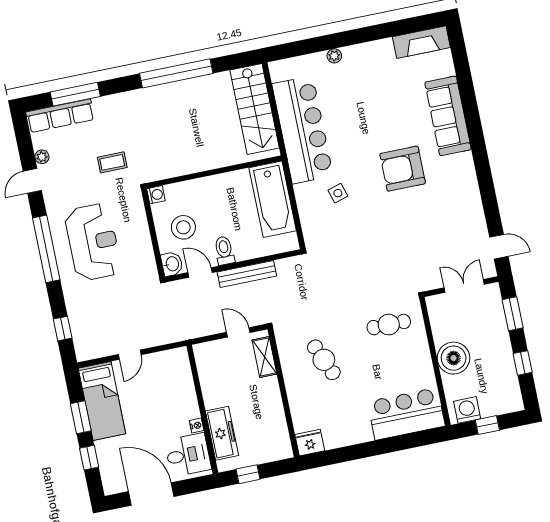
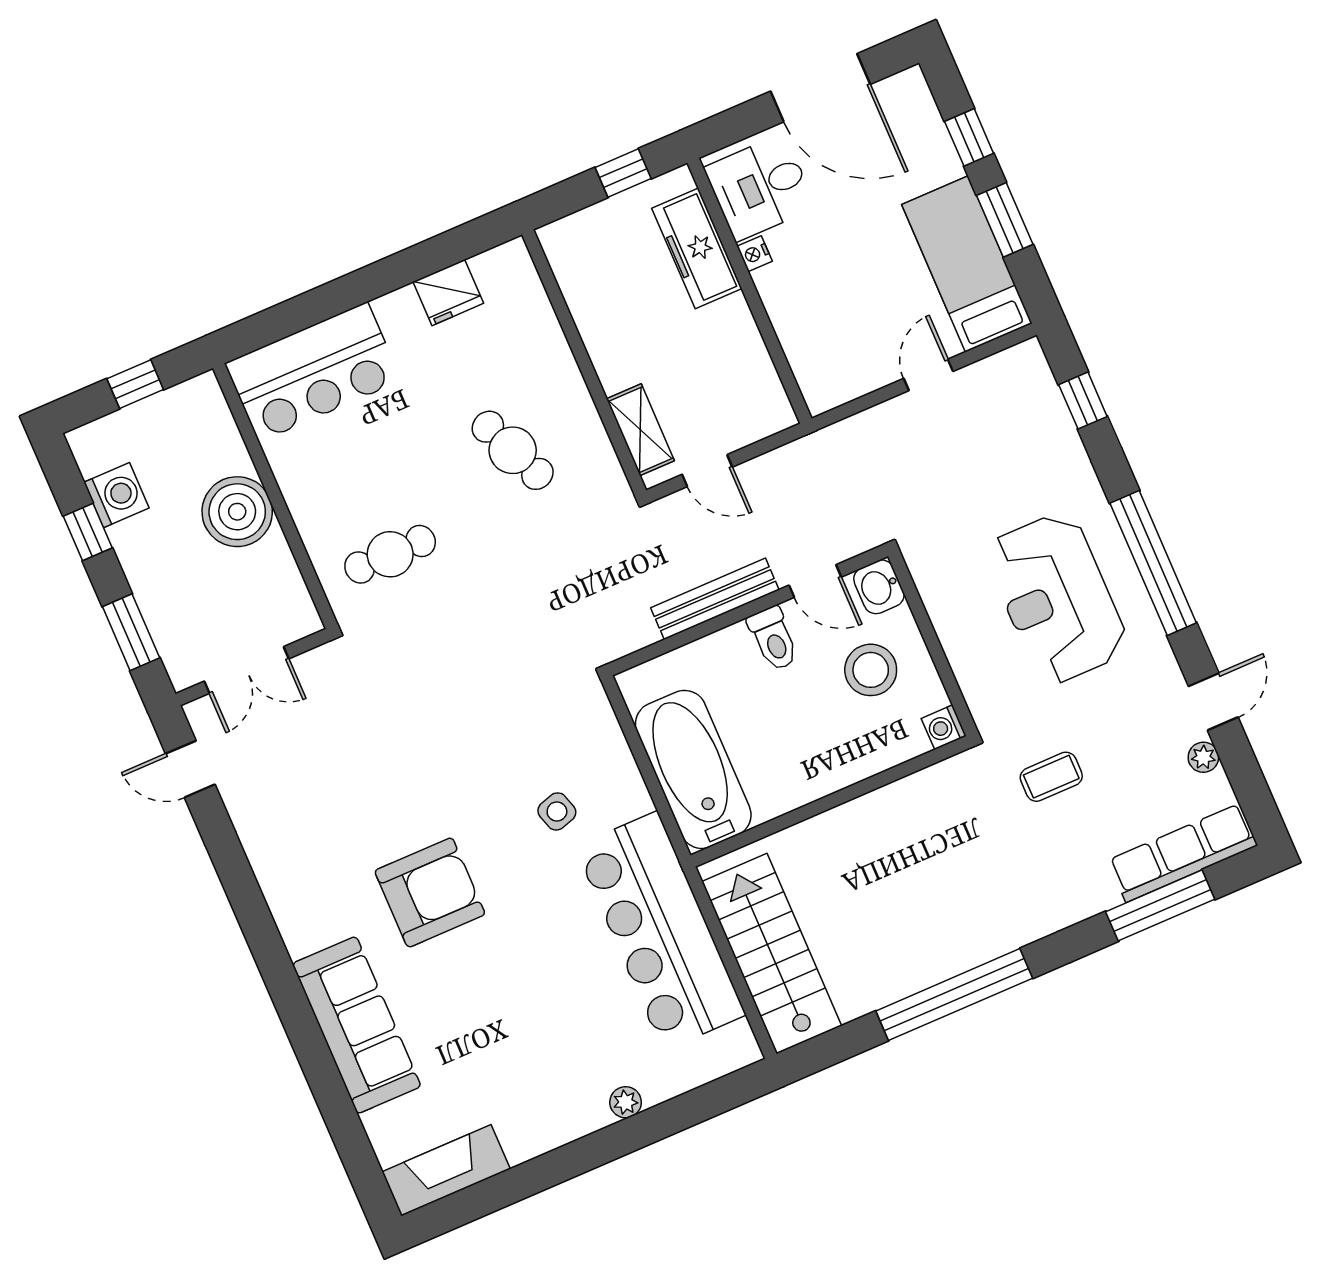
washing machine: (467, 410) -> (116, 495), moved, turned -90
fridge: (310, 443) -> (448, 292), moved

